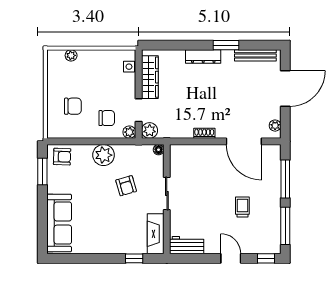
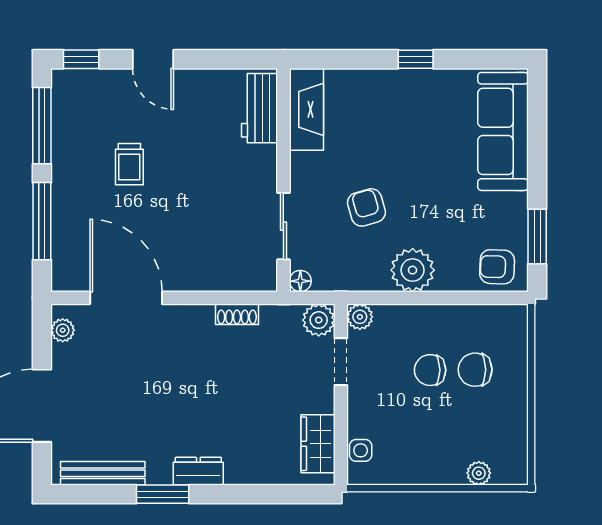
dresser: (203, 56) -> (198, 471), width x0.70
wardrobe: (150, 77) -> (318, 444), width x0.67
chair: (107, 118) -> (430, 370), moved
shoe rack: (204, 133) -> (237, 314), moved
sliding door: (167, 193) -> (283, 226), moved
workbench: (187, 245) -> (260, 108), moved, turned 90
window: (134, 258) -> (416, 59), moved

